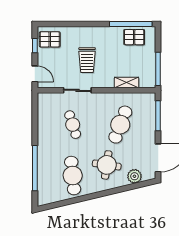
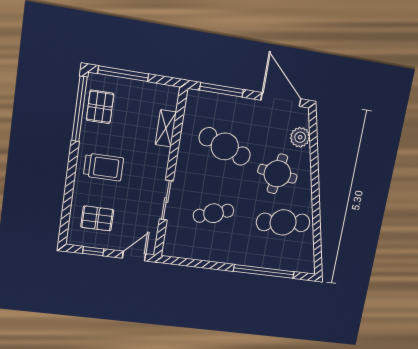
pallet: (50, 39) -> (97, 218), moved, turned 90
trolley: (87, 60) -> (103, 167), moved
window: (158, 69) -> (123, 74), moved

